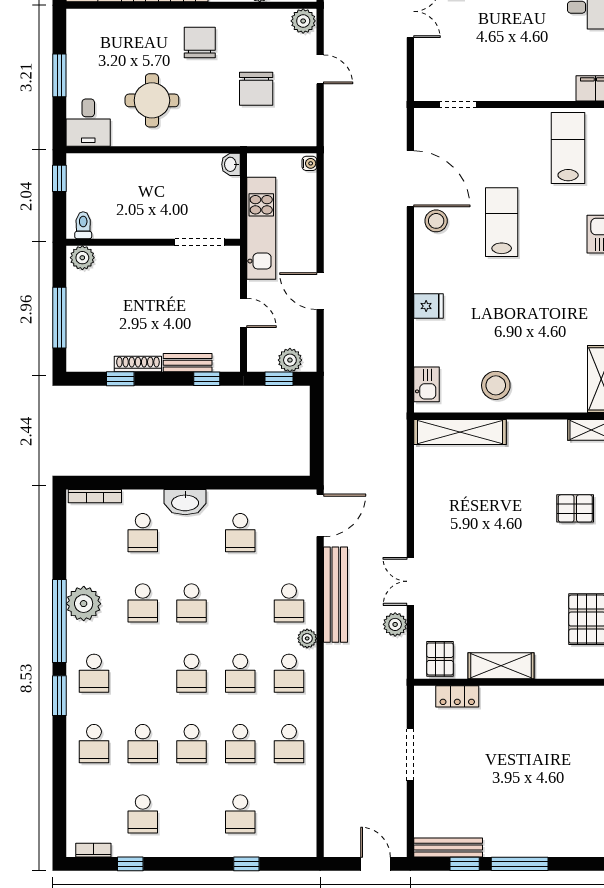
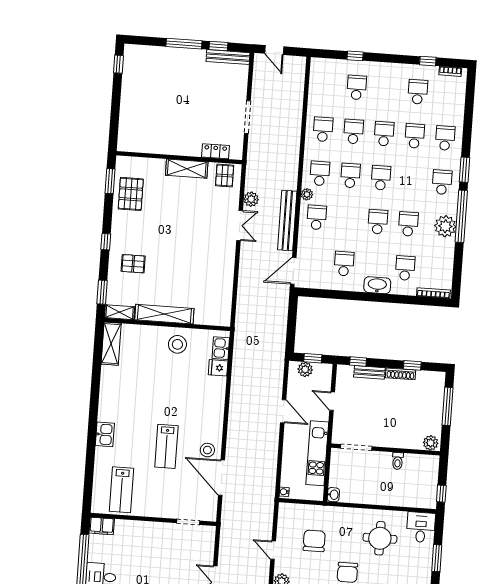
toilet: (83, 225) -> (398, 461), moved
fridge: (428, 306) -> (218, 368), moved
shelving: (460, 432) -> (164, 314), moved

